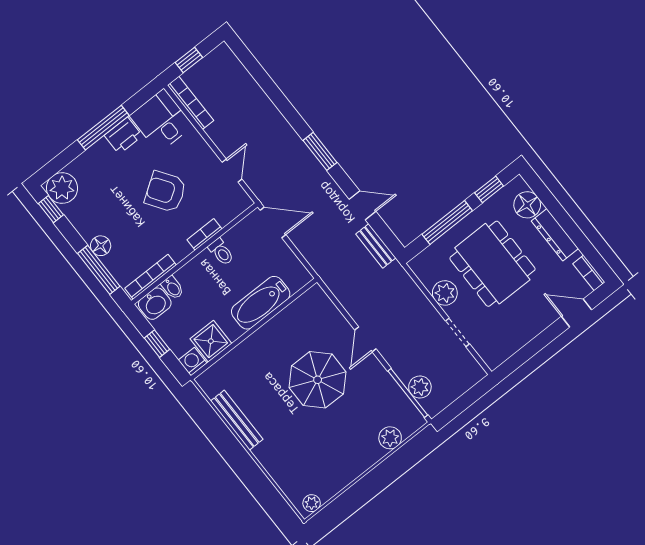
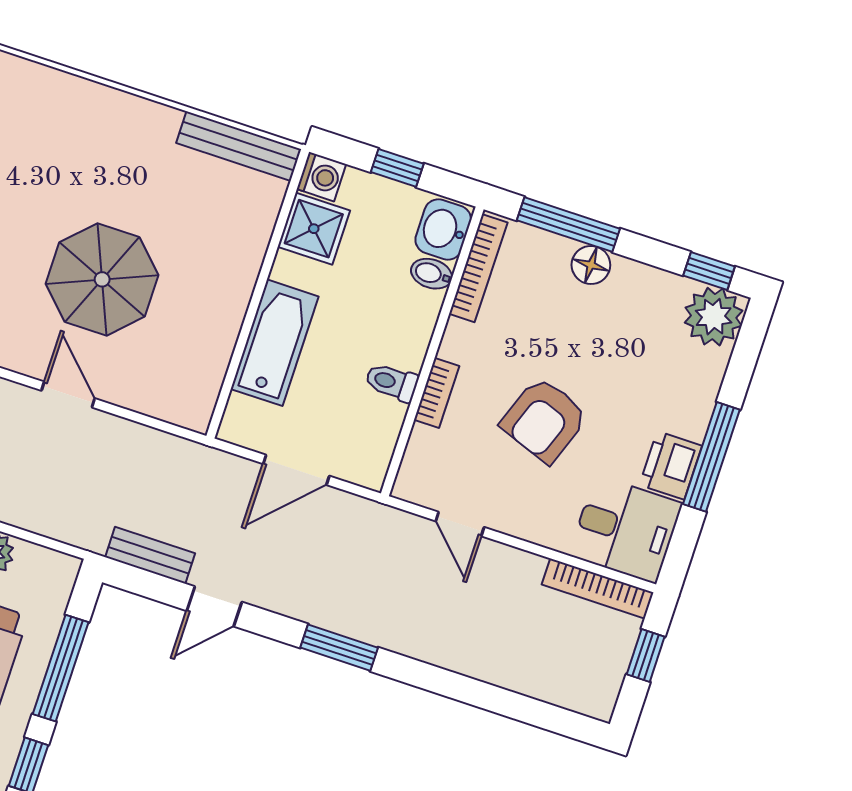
armchair: (165, 192) -> (544, 420), turned 144
door: (273, 222) -> (296, 470), moved
bench: (237, 420) -> (239, 146), moved

